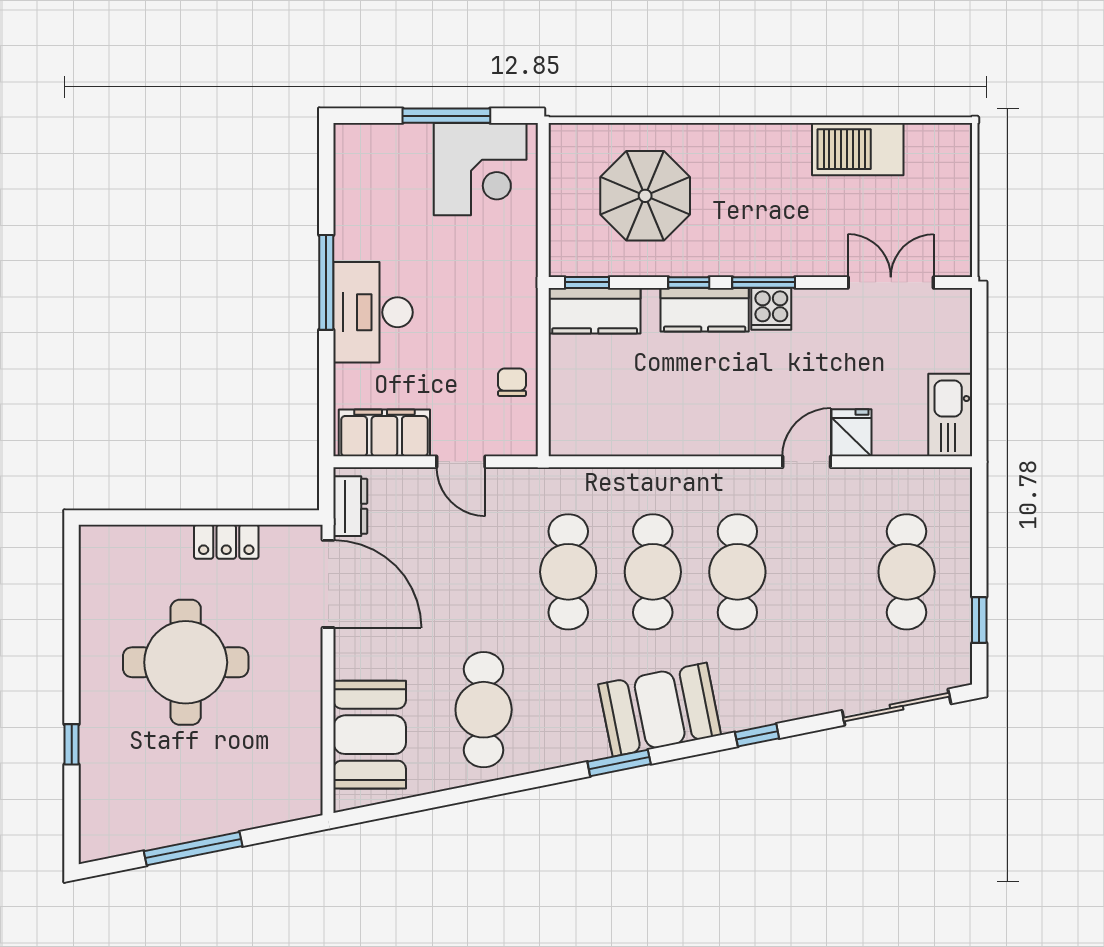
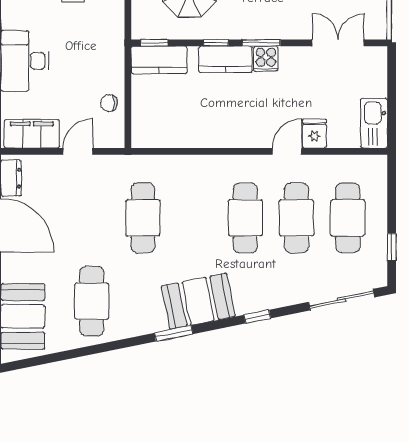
chair: (512, 382) -> (109, 103), turned -90
door: (461, 462) -> (78, 151), swing flipped
cafe table: (653, 572) -> (296, 218), moved

